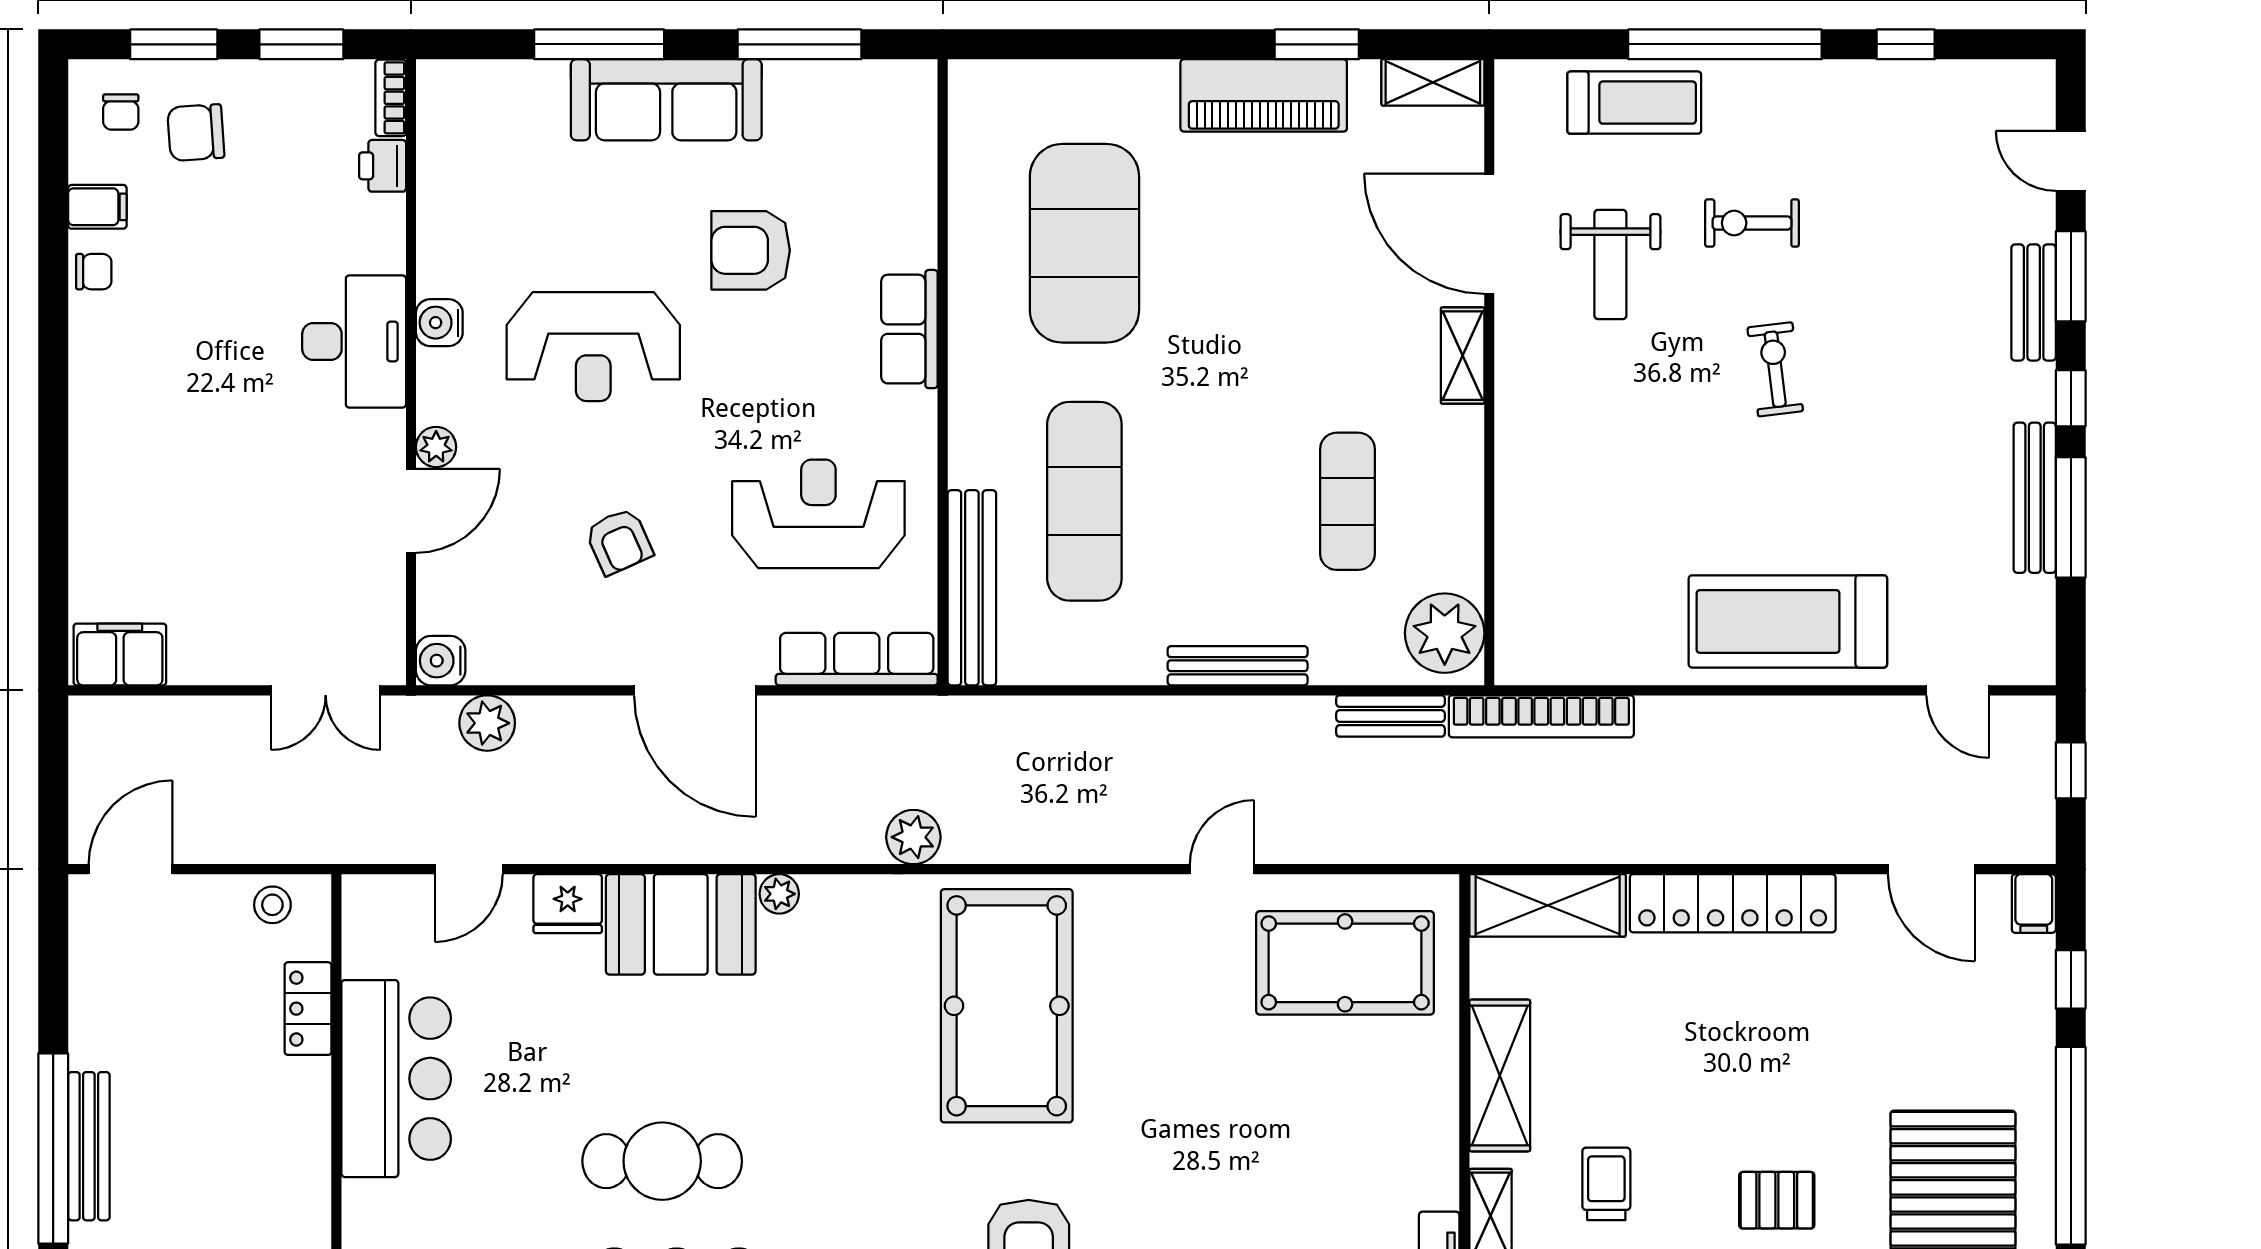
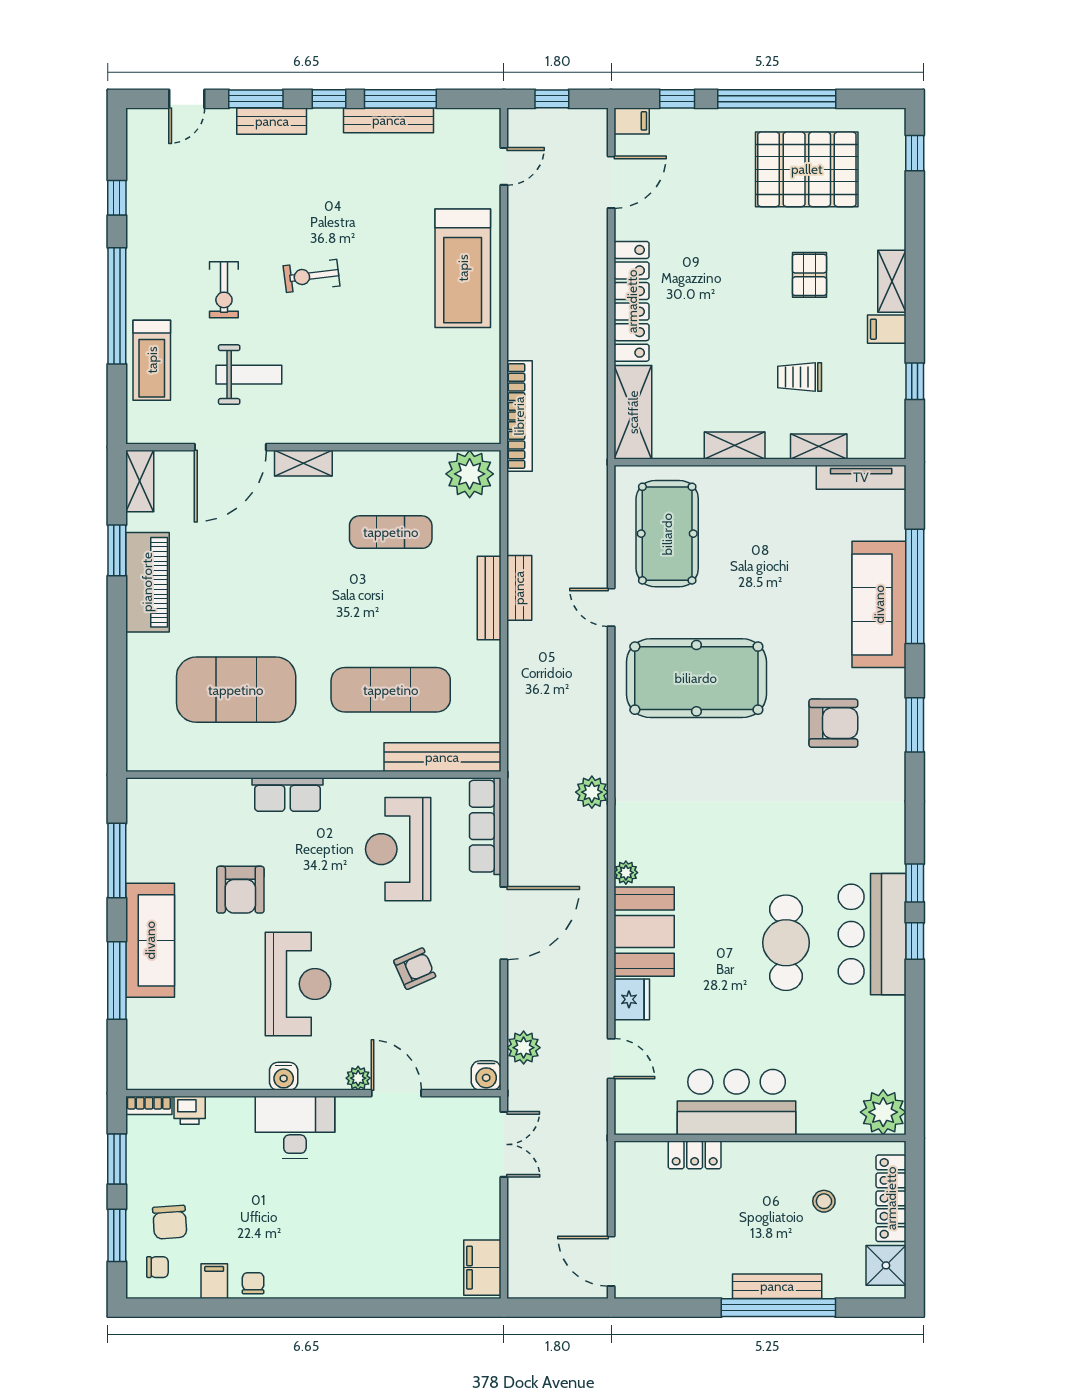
treadmill: (1634, 103) -> (152, 360), turned 180
bench: (1391, 716) -> (519, 588), moved
stool: (272, 905) -> (824, 1201), moved
pool table: (1007, 1006) -> (696, 678), moved
shelving: (1500, 1075) -> (735, 445), width x0.67, depth x0.75

